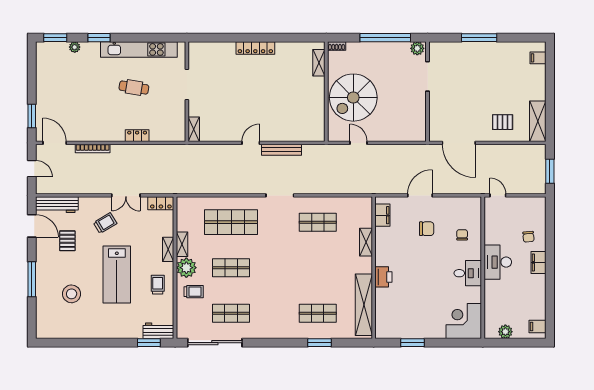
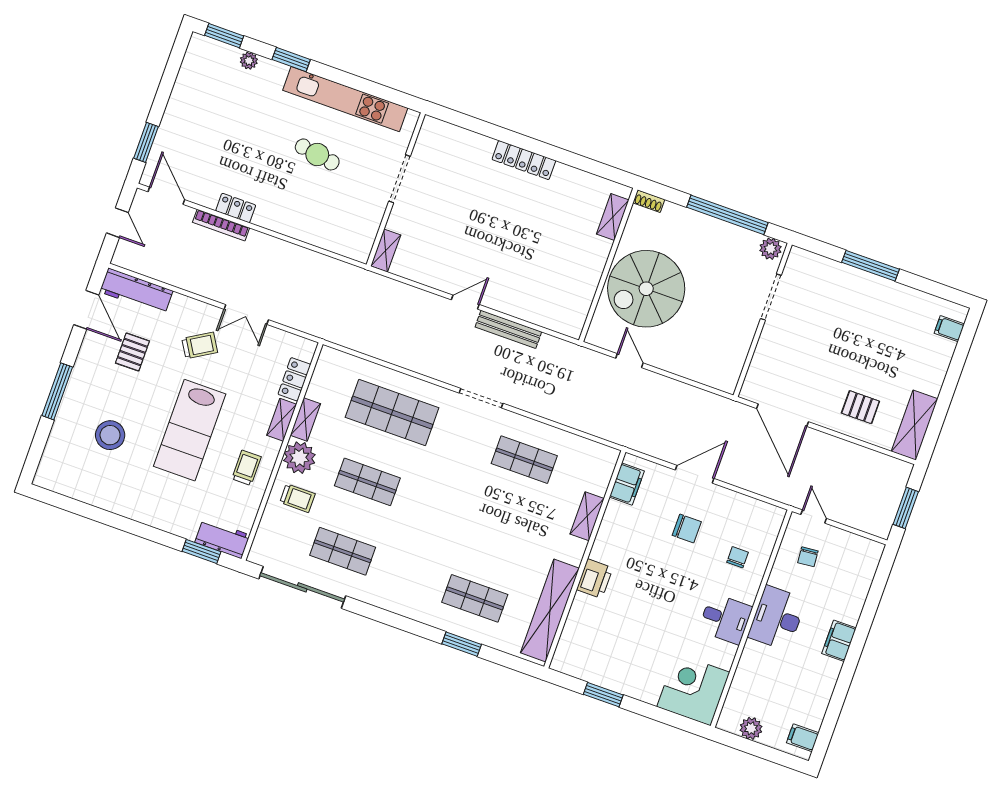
locker: (137, 136) -> (236, 208), moved
locker: (161, 203) -> (294, 379), moved, turned 90
chair: (528, 237) -> (808, 557), moved

